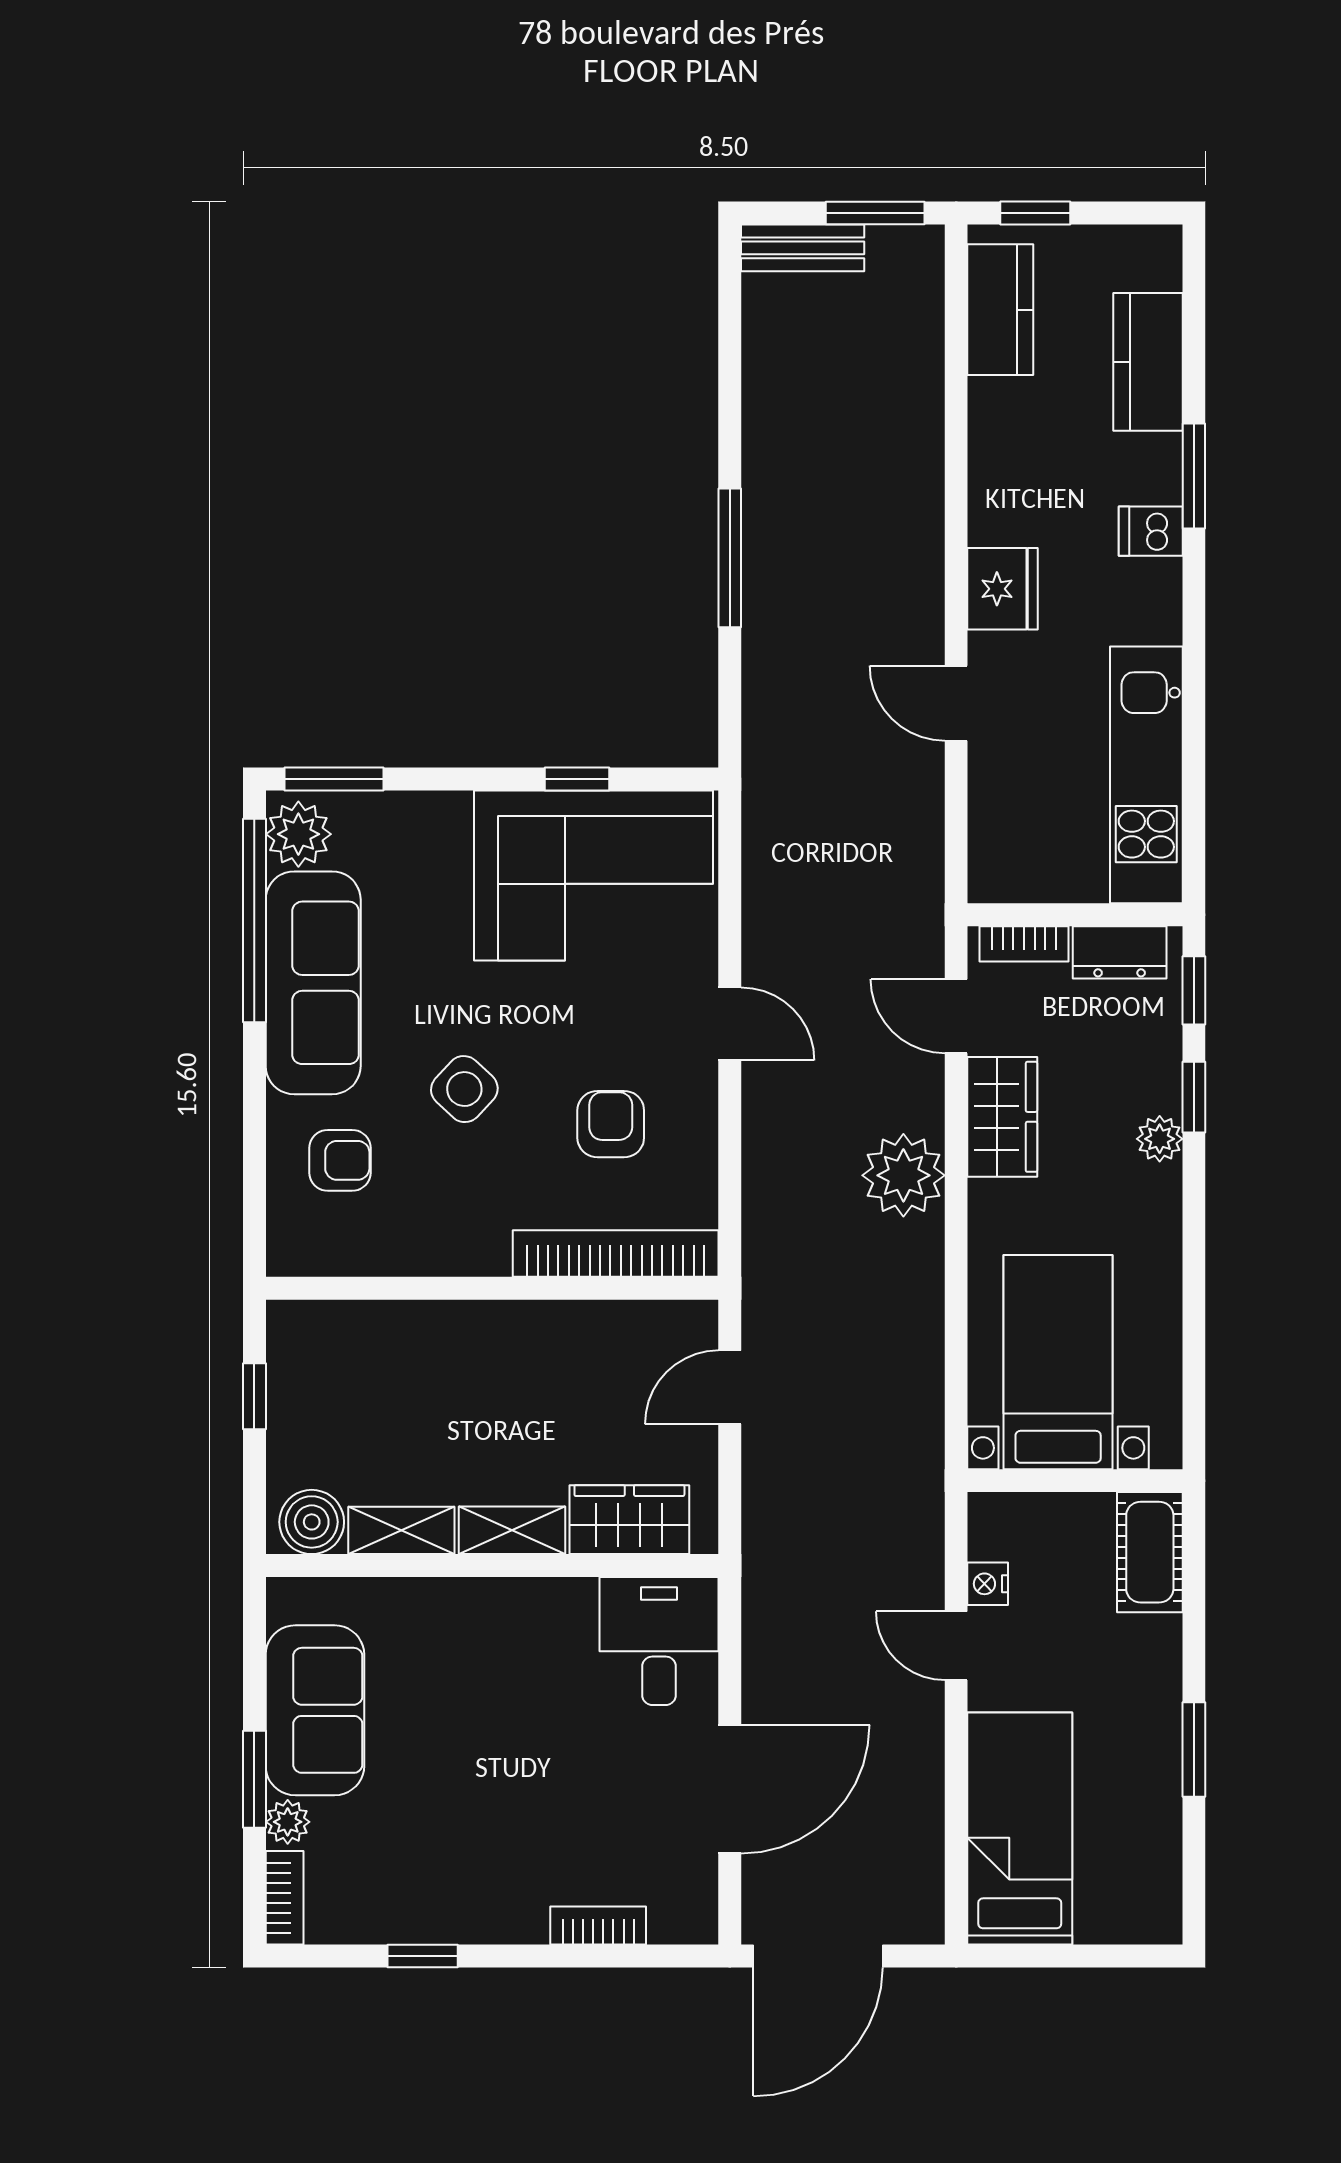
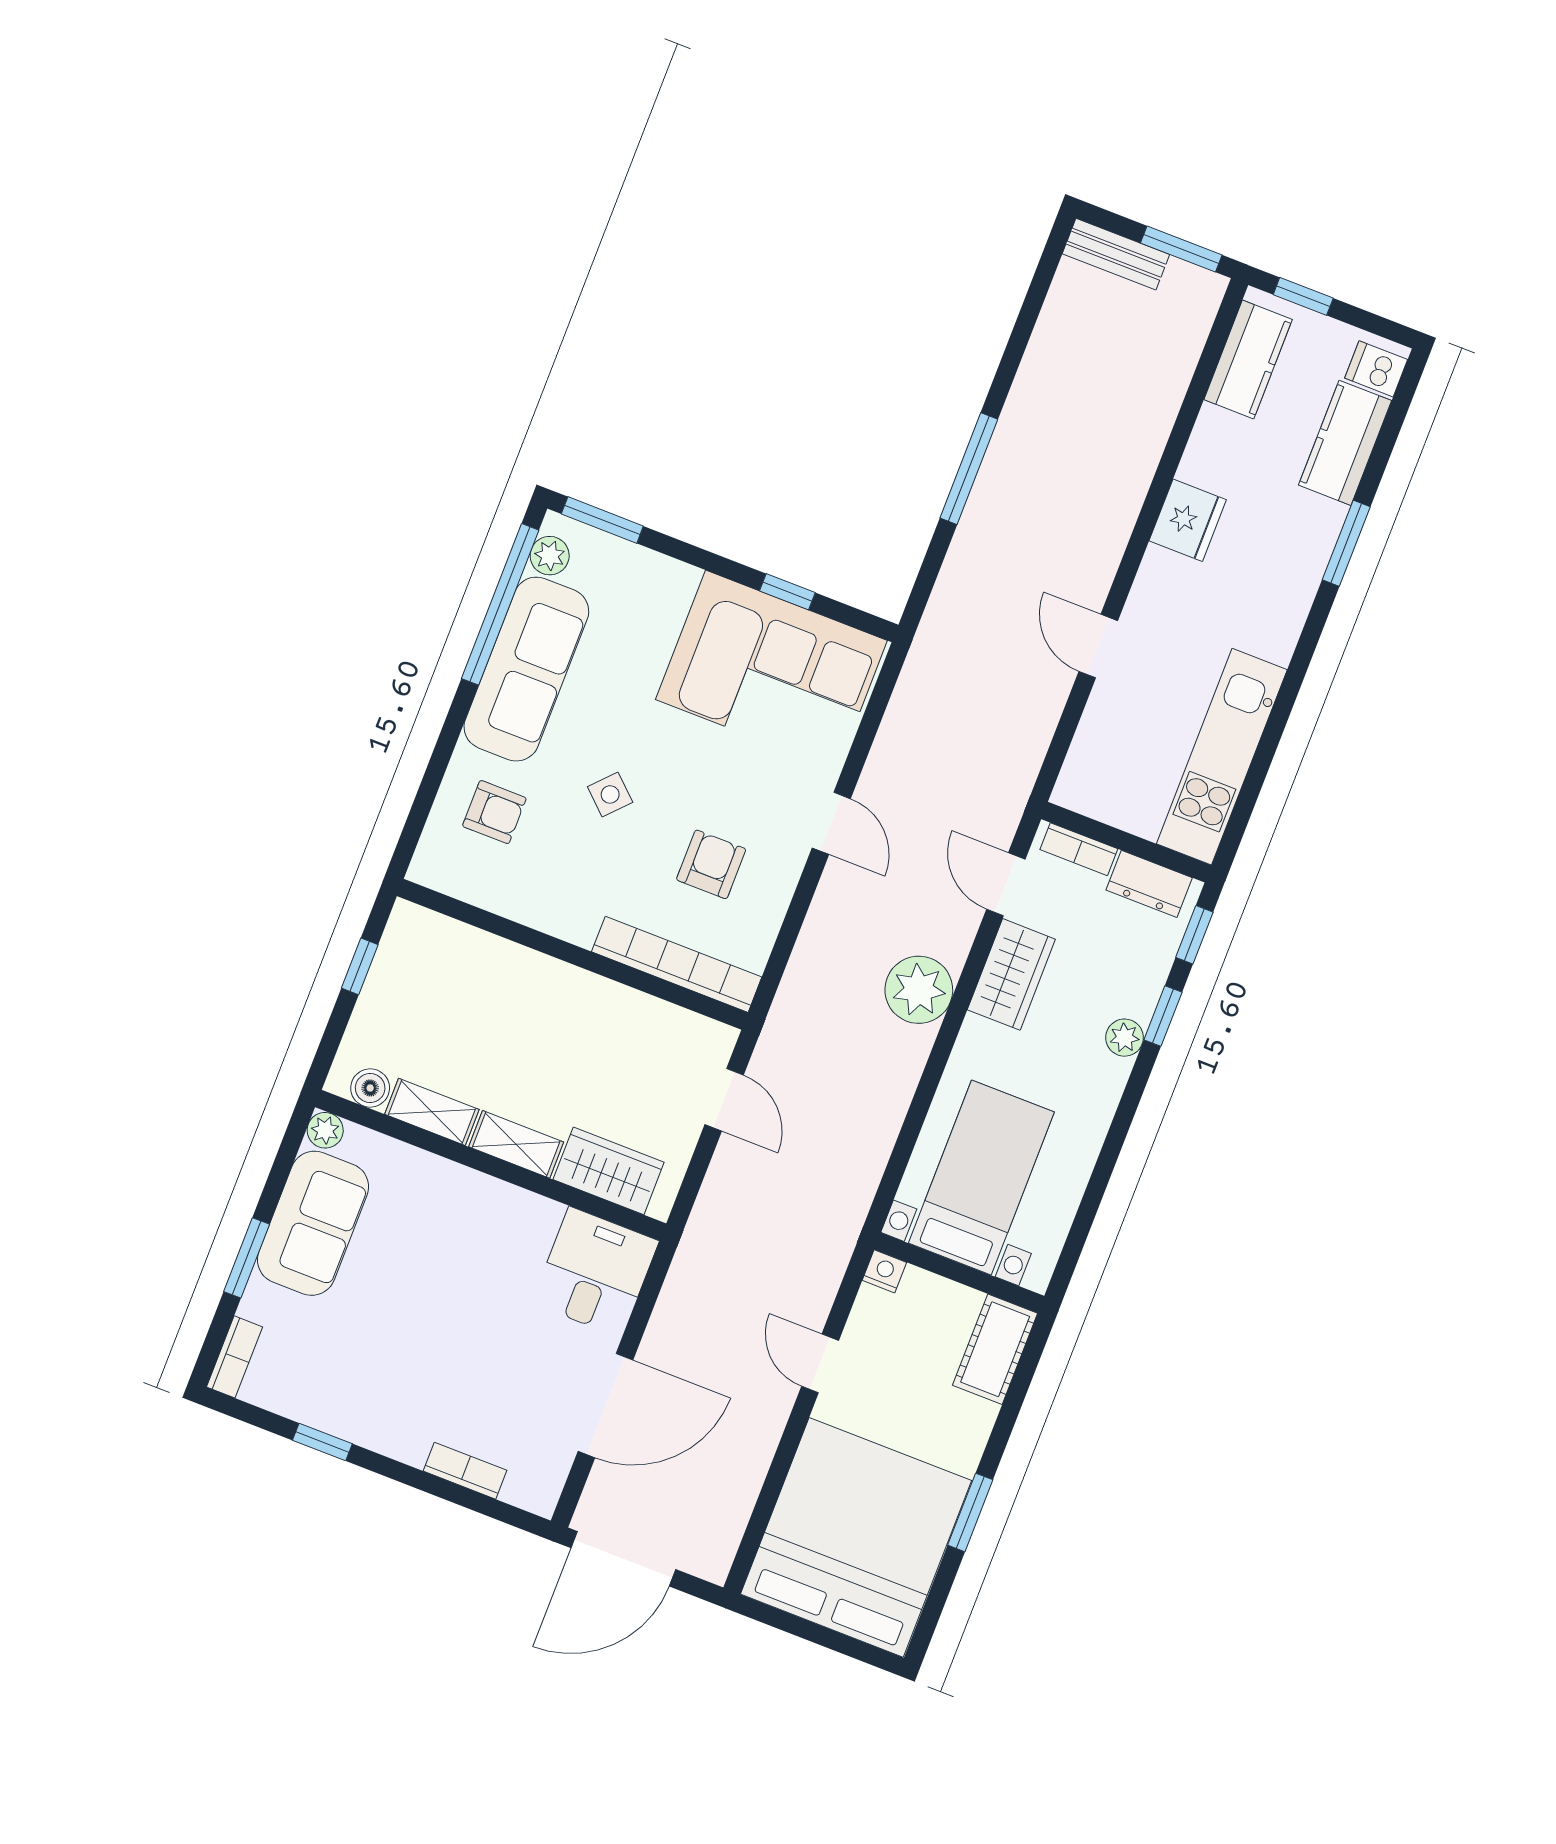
dishwasher: (1151, 531) -> (1376, 369), moved
fridge: (1003, 589) -> (1188, 520), moved
plant: (298, 834) -> (550, 556), width x0.73, depth x0.73
side table: (464, 1089) -> (610, 794), width x0.73, depth x0.73
door: (730, 1387) -> (724, 1100), swing flipped
boiler: (312, 1522) -> (370, 1088), width x0.73, depth x0.73
nightstand: (988, 1584) -> (884, 1271), moved, turned 90
plant: (288, 1822) -> (325, 1130), moved
bed: (1020, 1829) -> (856, 1537), width x2.04

